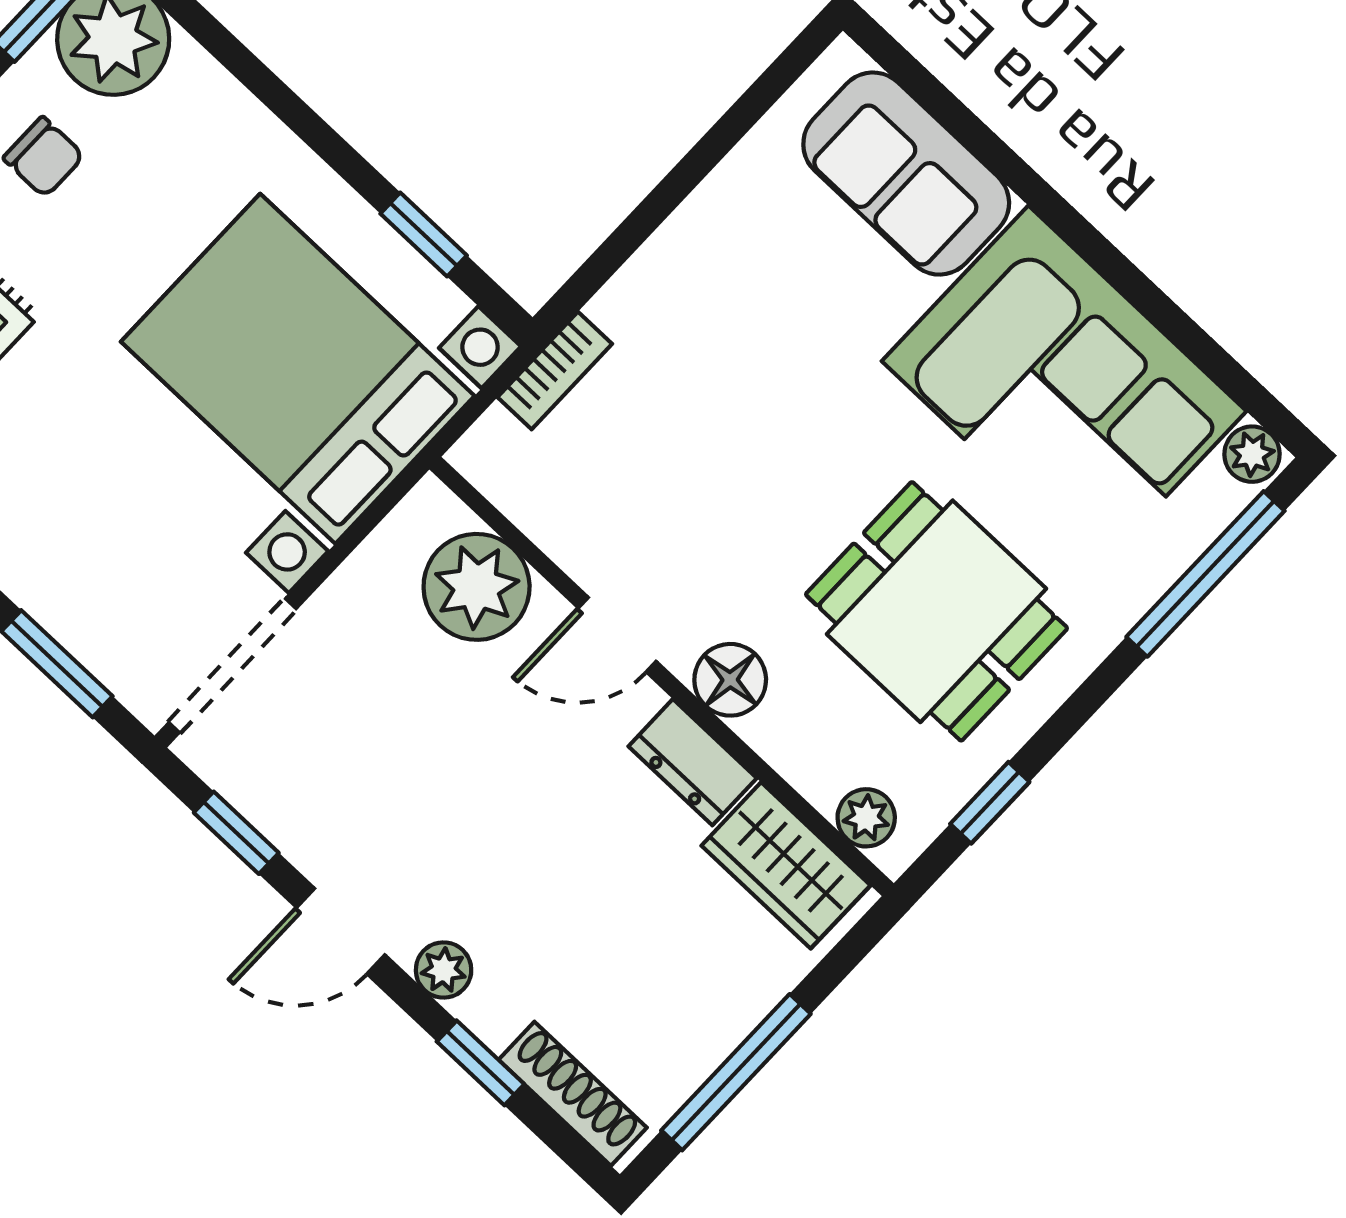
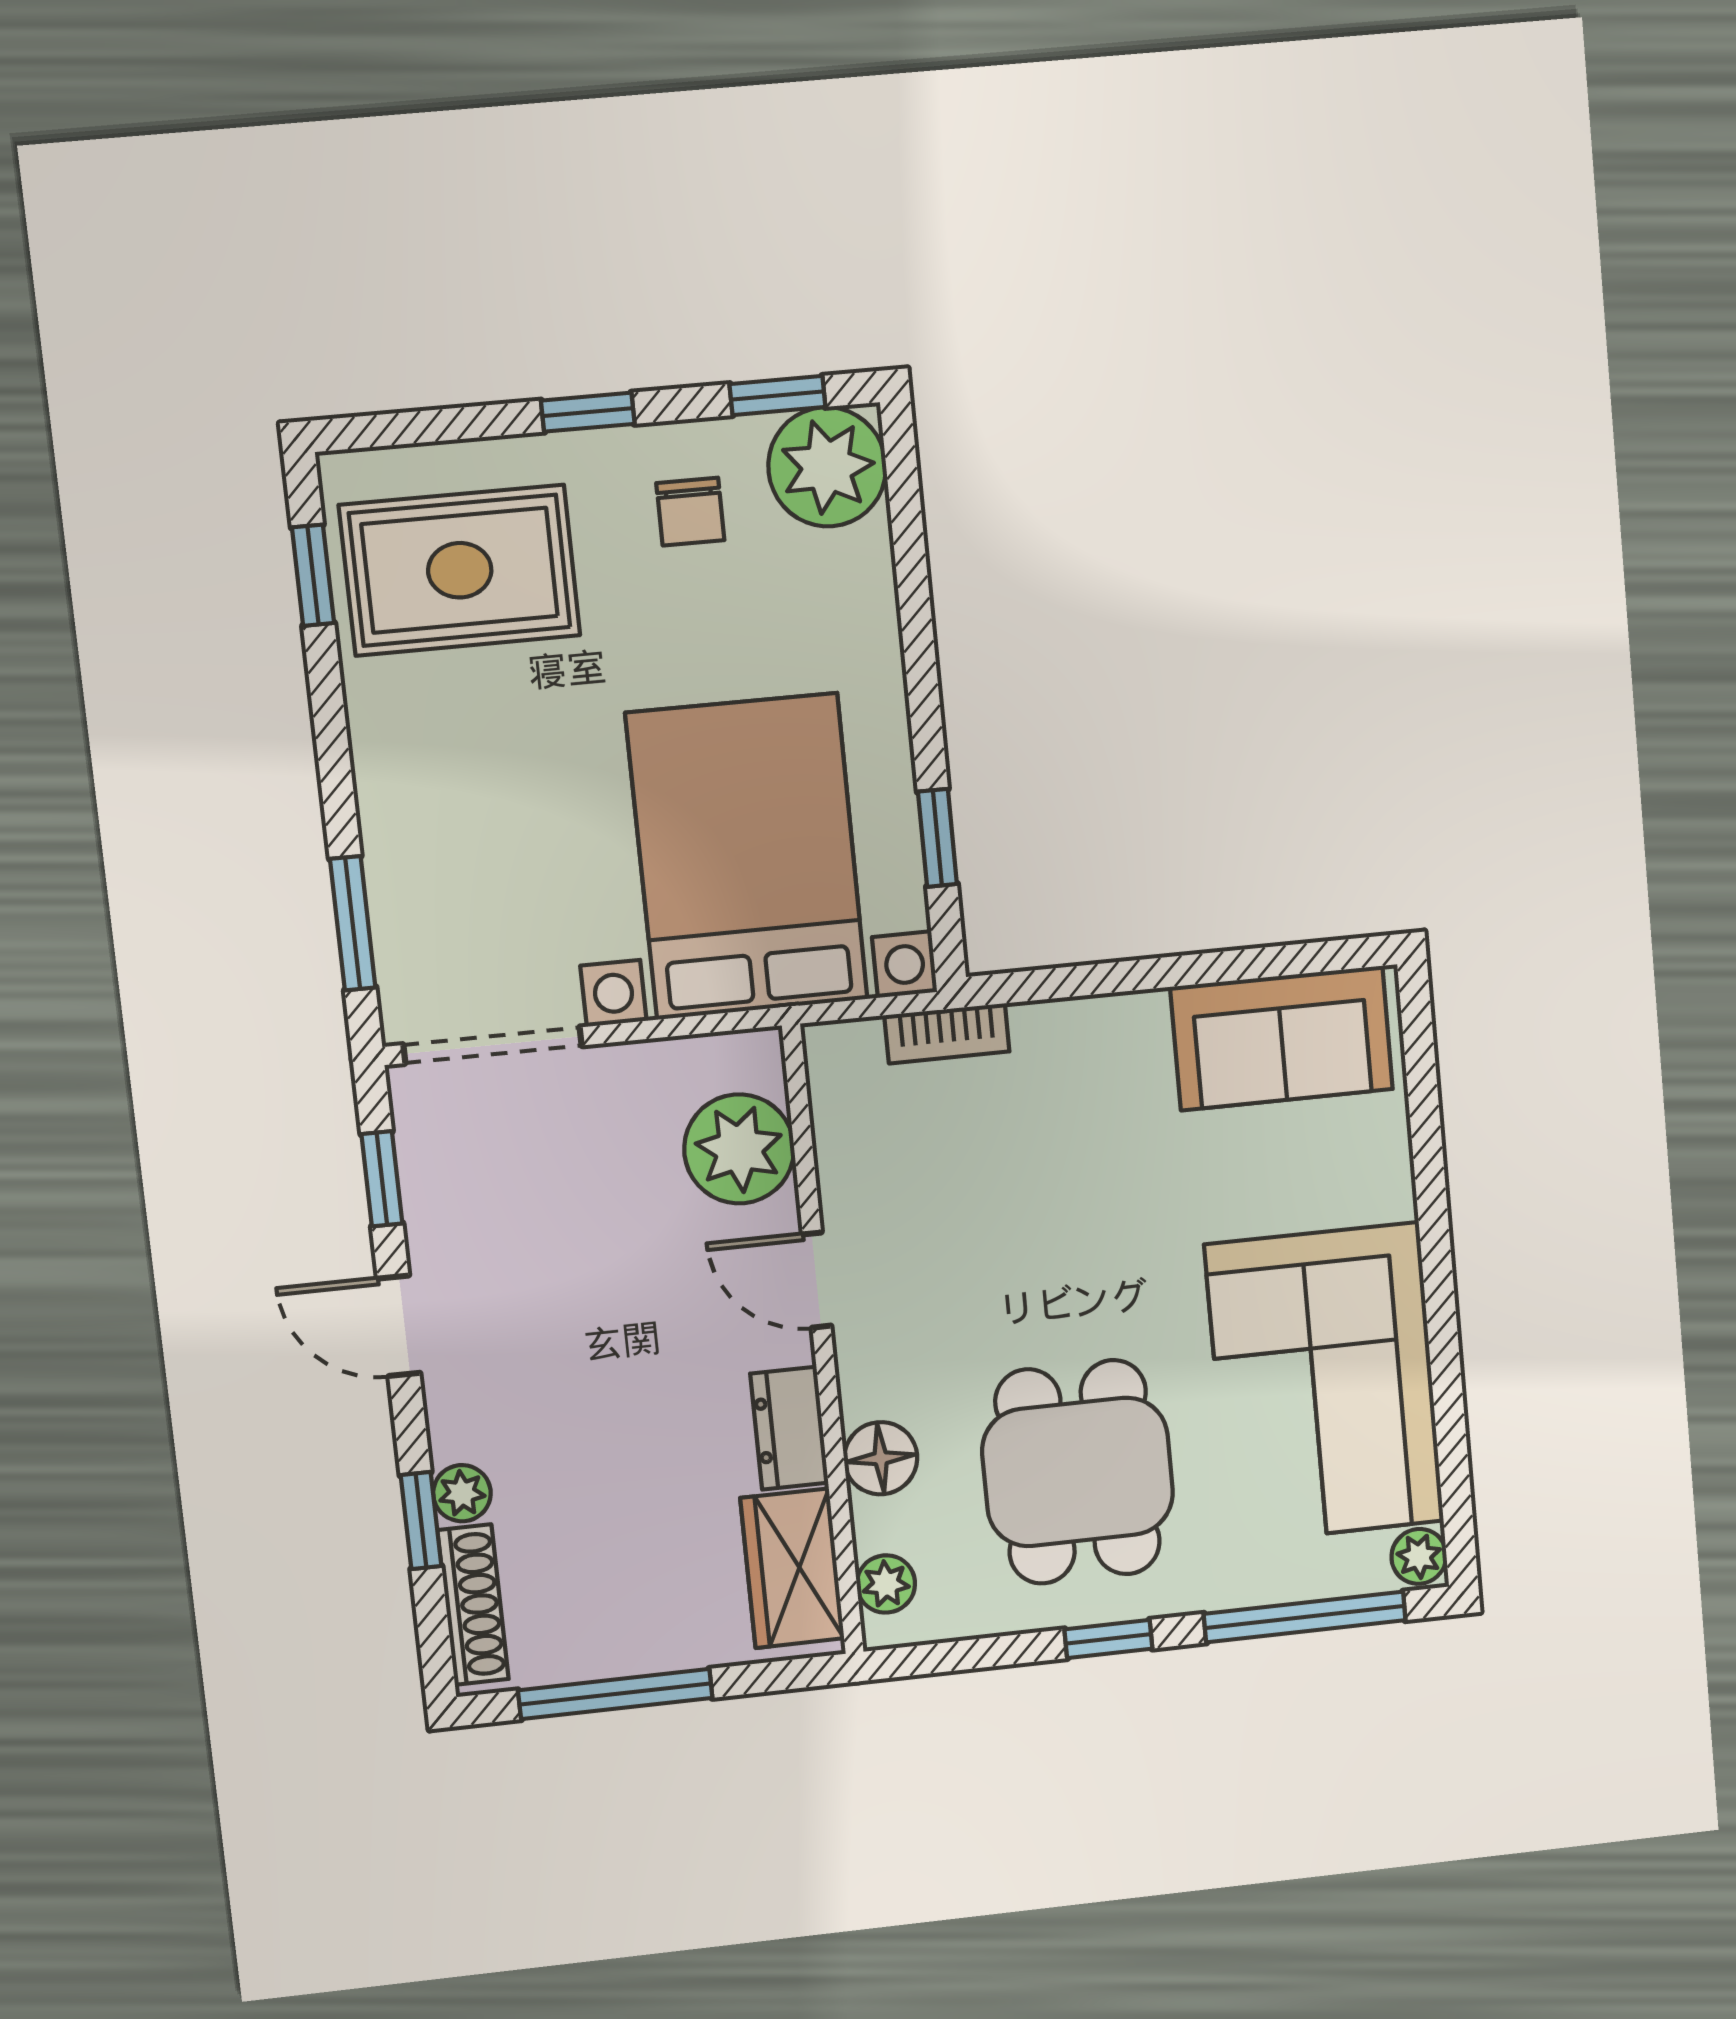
sofa: (906, 174) -> (1282, 1038), moved, turned -90
floor lamp: (730, 680) -> (881, 1458), moved
window: (990, 803) -> (1108, 1639), moved
plant: (444, 970) -> (462, 1493), moved

